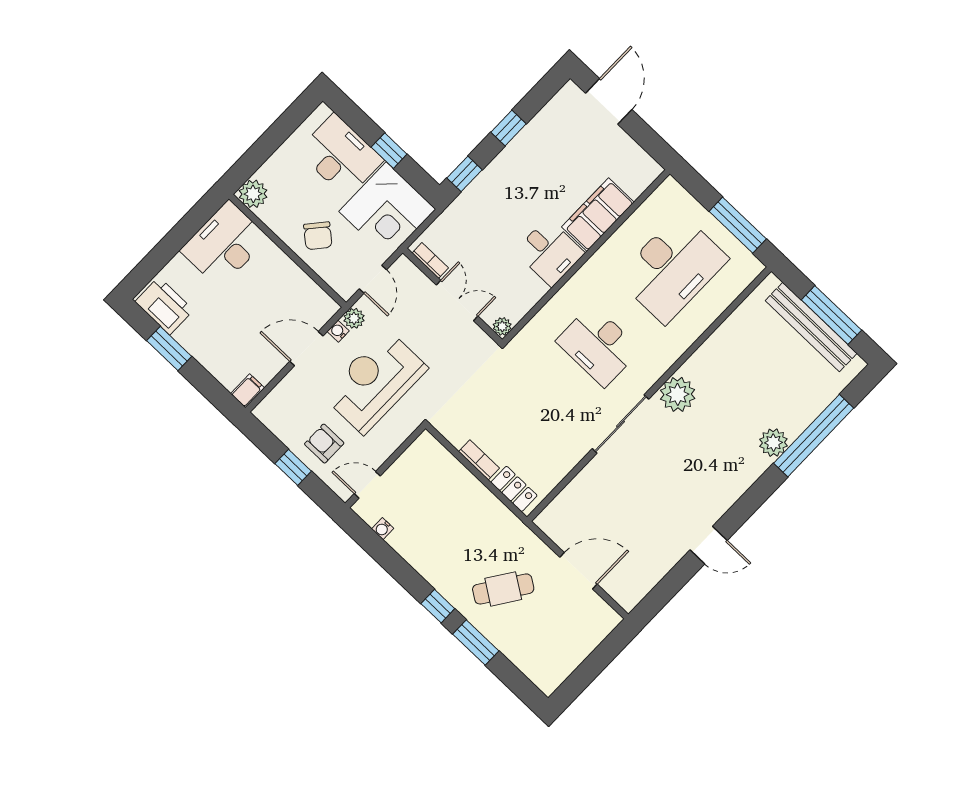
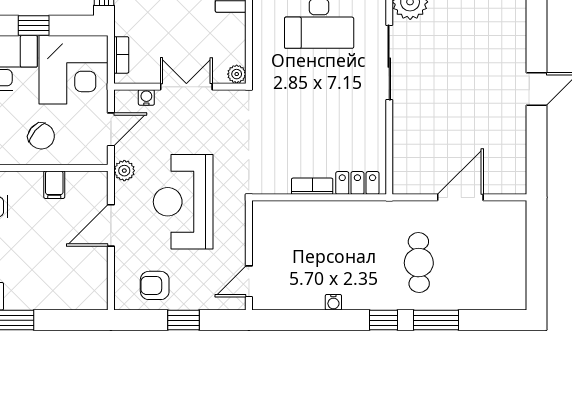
bookcase: (430, 260) -> (121, 55), moved, turned 90
door: (373, 279) -> (111, 129), hinge flipped
water cooler: (338, 331) -> (146, 97), moved, turned 90
filing cabinet: (247, 391) -> (54, 185), moved, turned 180
armchair: (324, 444) -> (155, 285), moved
water cooler: (383, 529) -> (333, 302), moved
cafe table: (503, 589) -> (419, 263), turned -35

